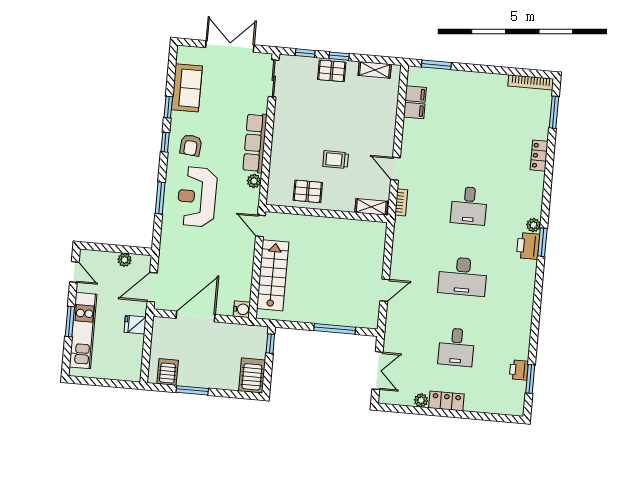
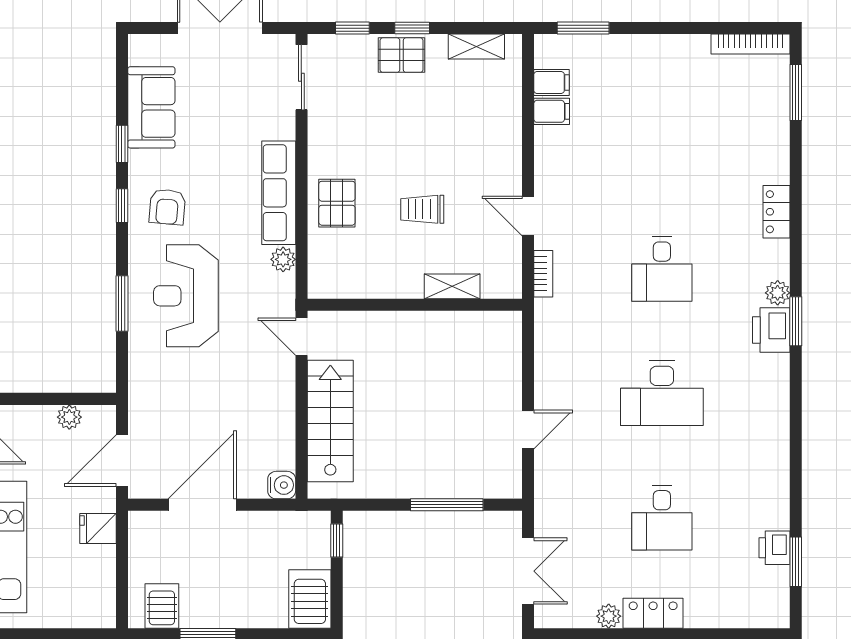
locker: (539, 156) -> (777, 212), moved
pallet: (308, 191) -> (337, 203), moved, turned 90
shelving: (371, 207) -> (452, 286), moved

